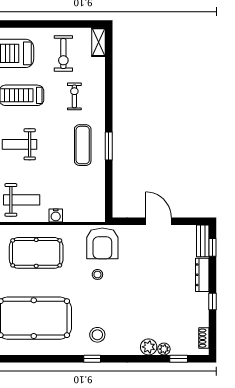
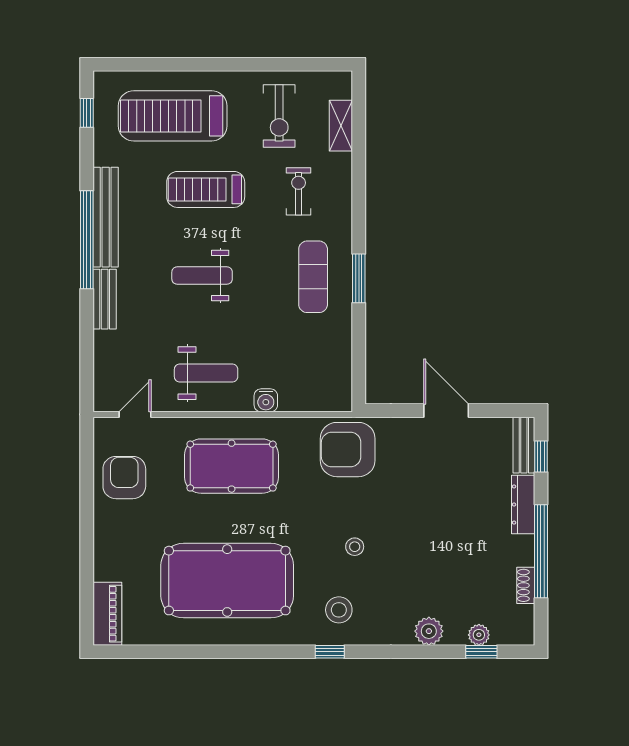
shelving: (99, 42) -> (341, 126), moved
armchair: (102, 243) -> (348, 450), turned 90
stool: (97, 274) -> (355, 547), moved
window: (212, 301) -> (541, 551), width x3.17
shoe rack: (204, 338) -> (526, 585), moved
plant: (164, 349) -> (479, 635), moved

